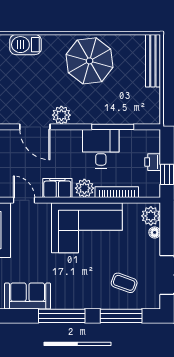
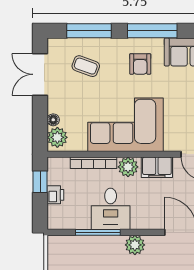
plant: (61, 115) -> (135, 245), moved
armchair: (73, 285) -> (140, 64), added

